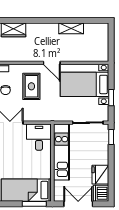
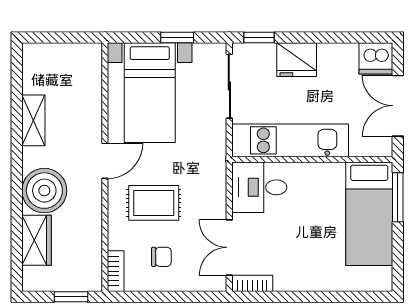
boiler: (37, 34) -> (44, 191), added
fridge: (100, 175) -> (297, 60), moved

